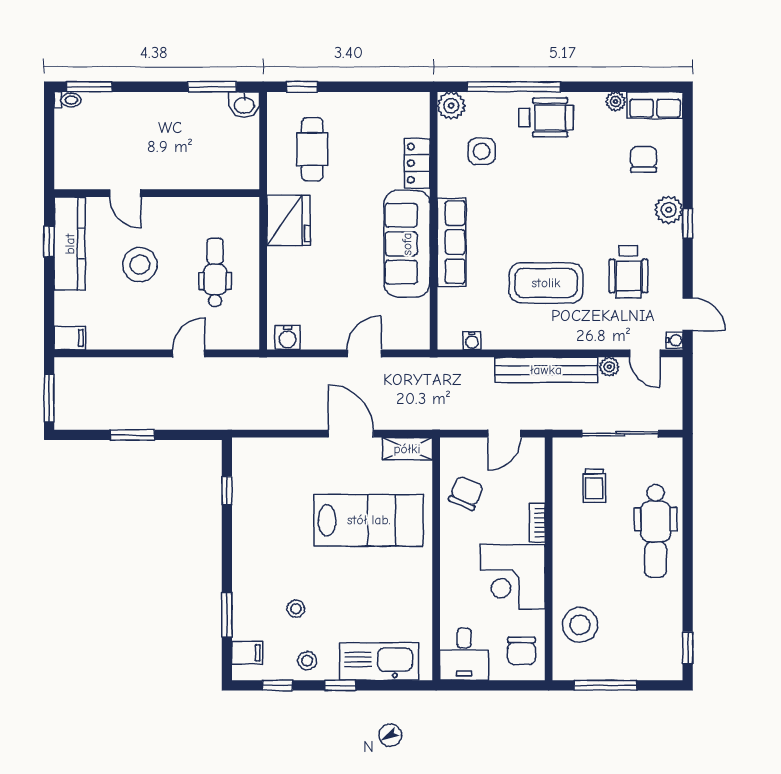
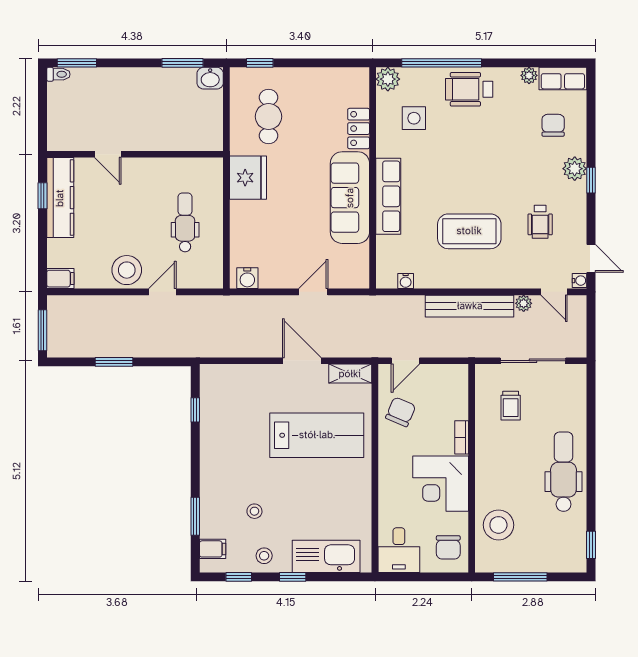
wheelchair: (546, 118) -> (469, 89), turned 180
stool: (140, 265) -> (127, 270), moved
wheelchair: (629, 272) -> (540, 222), width x0.73, depth x0.73
door: (504, 434) -> (405, 361), moved
dental chair: (656, 531) -> (564, 472), moved, turned 180

